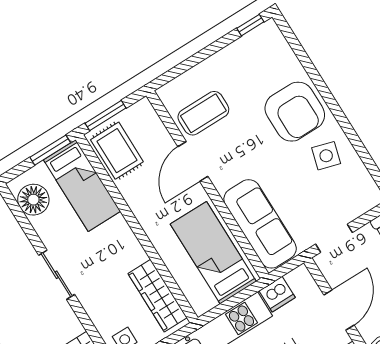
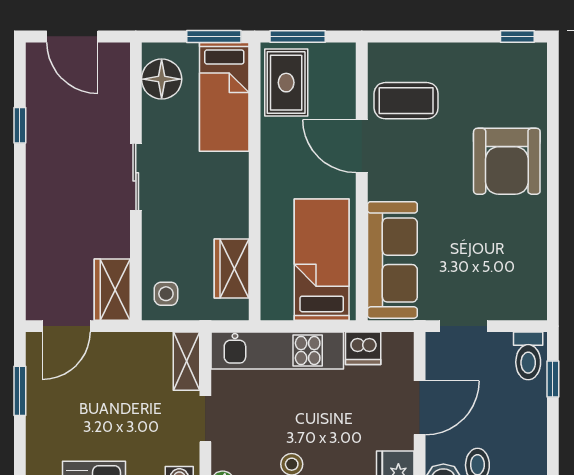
side table: (326, 156) -> (511, 231), removed
door: (193, 161) -> (362, 146), hinge flipped
wardrobe: (158, 296) -> (232, 268), width x0.67

